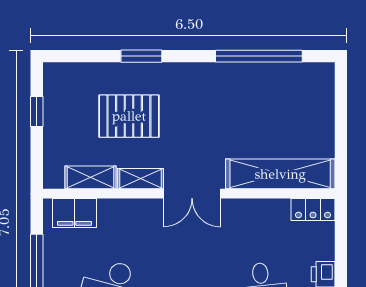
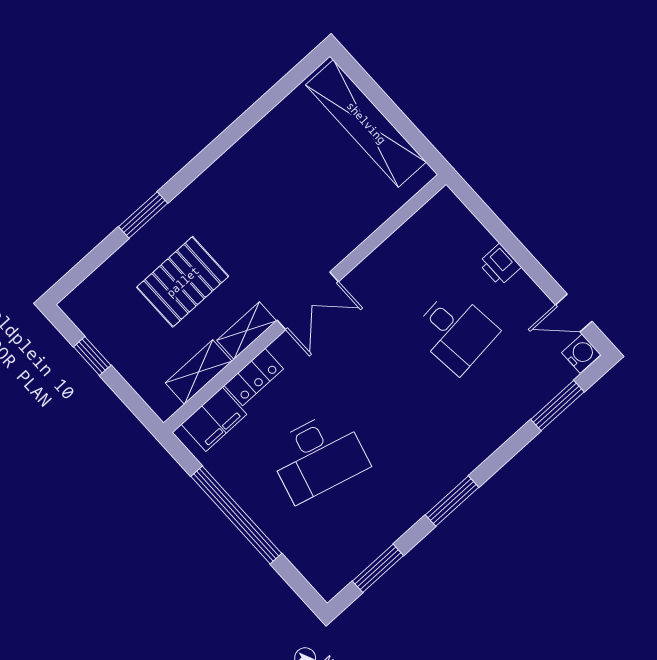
window: (259, 56) -> (253, 115), removed
shelving: (280, 174) -> (366, 123), moved, turned 90
locker: (313, 210) -> (254, 377), moved

